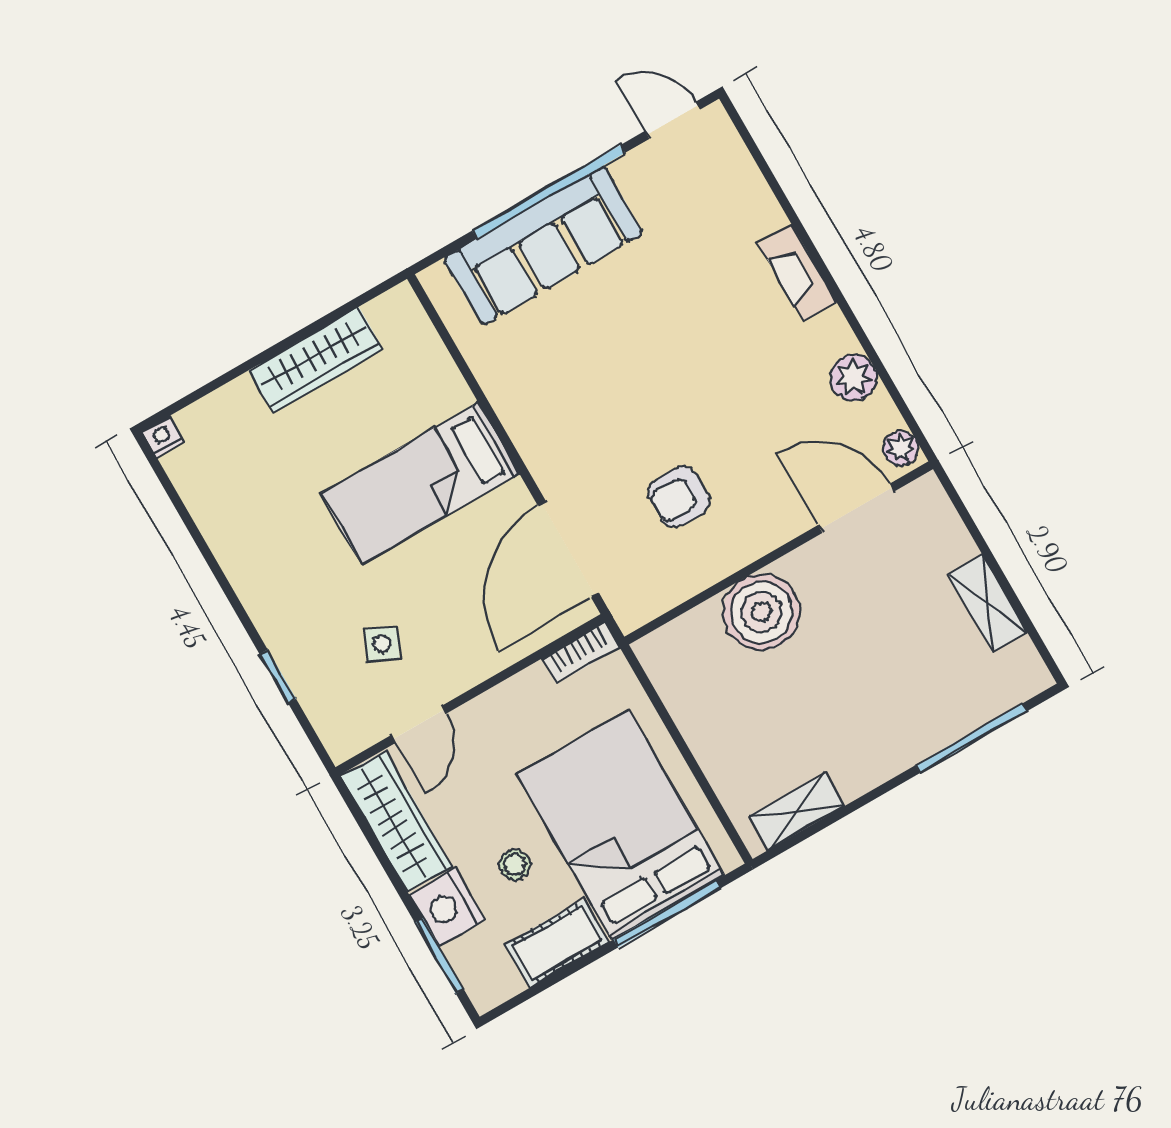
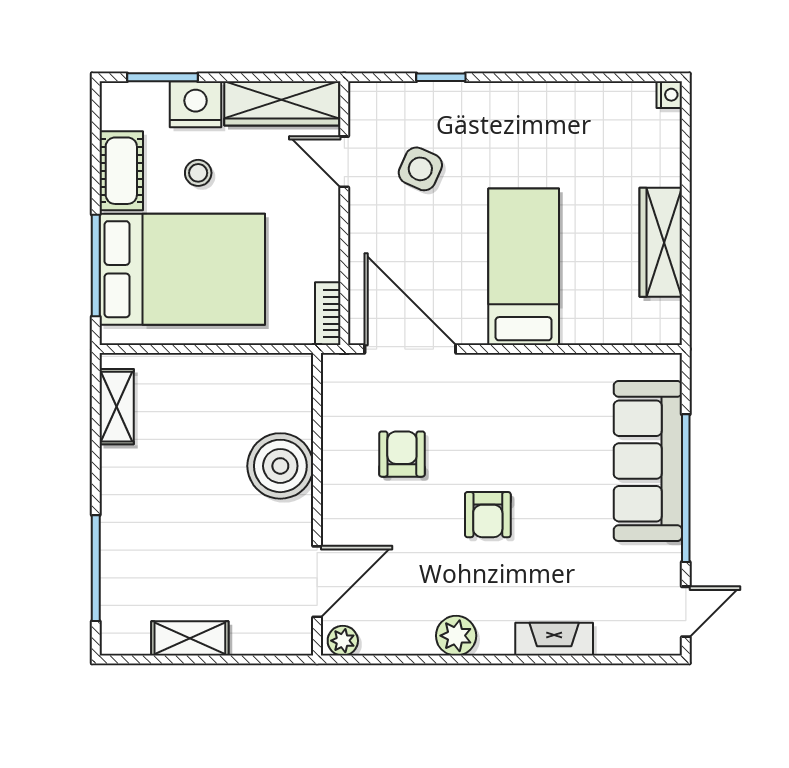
fireplace: (798, 273) -> (554, 639), moved
armchair: (690, 376) -> (488, 515), added
plant: (853, 378) -> (456, 636), moved
side table: (382, 644) -> (420, 169), width x1.37, depth x1.37

